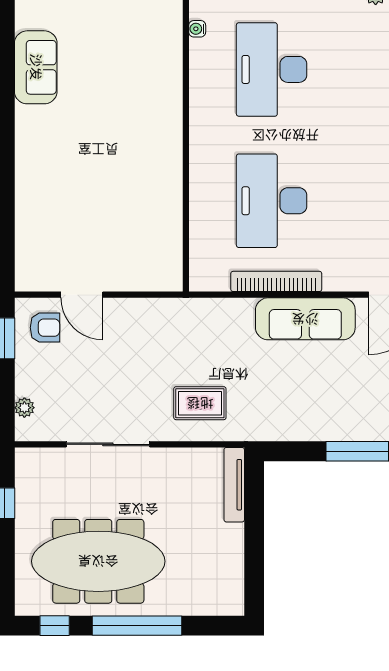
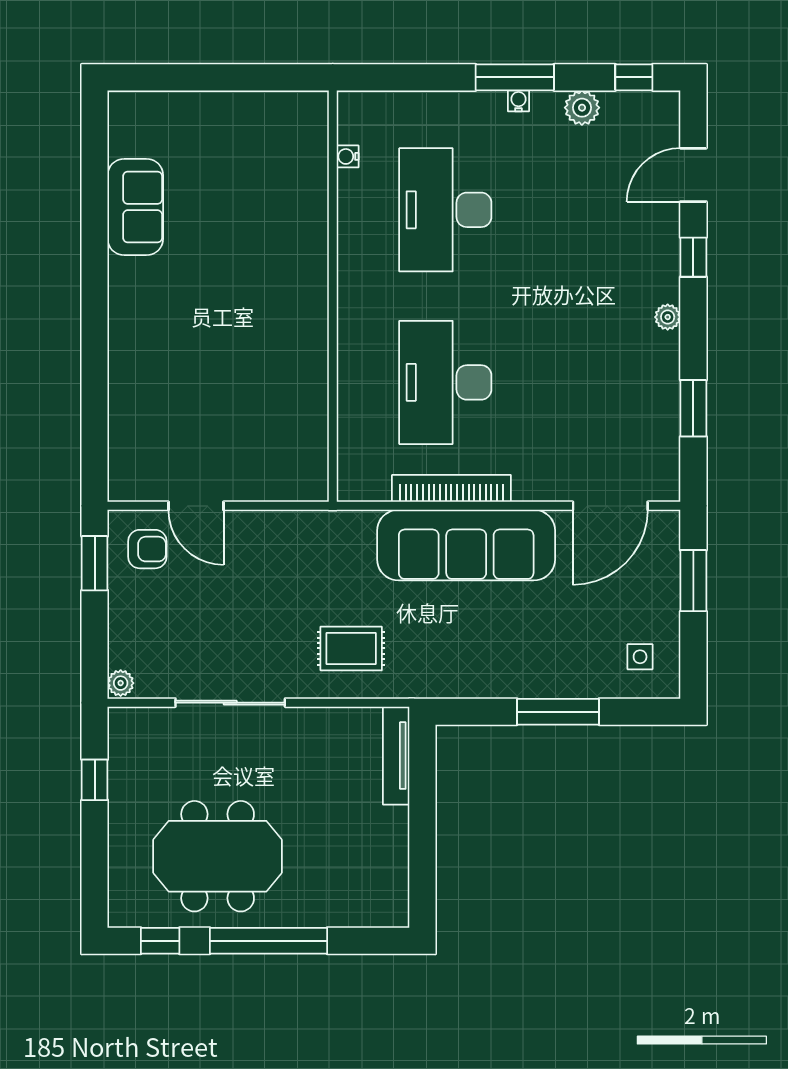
sofa: (305, 319) -> (466, 545), width x1.36, depth x1.27
plant: (24, 408) -> (121, 683), moved
meeting table: (98, 561) -> (218, 856), width x0.73

